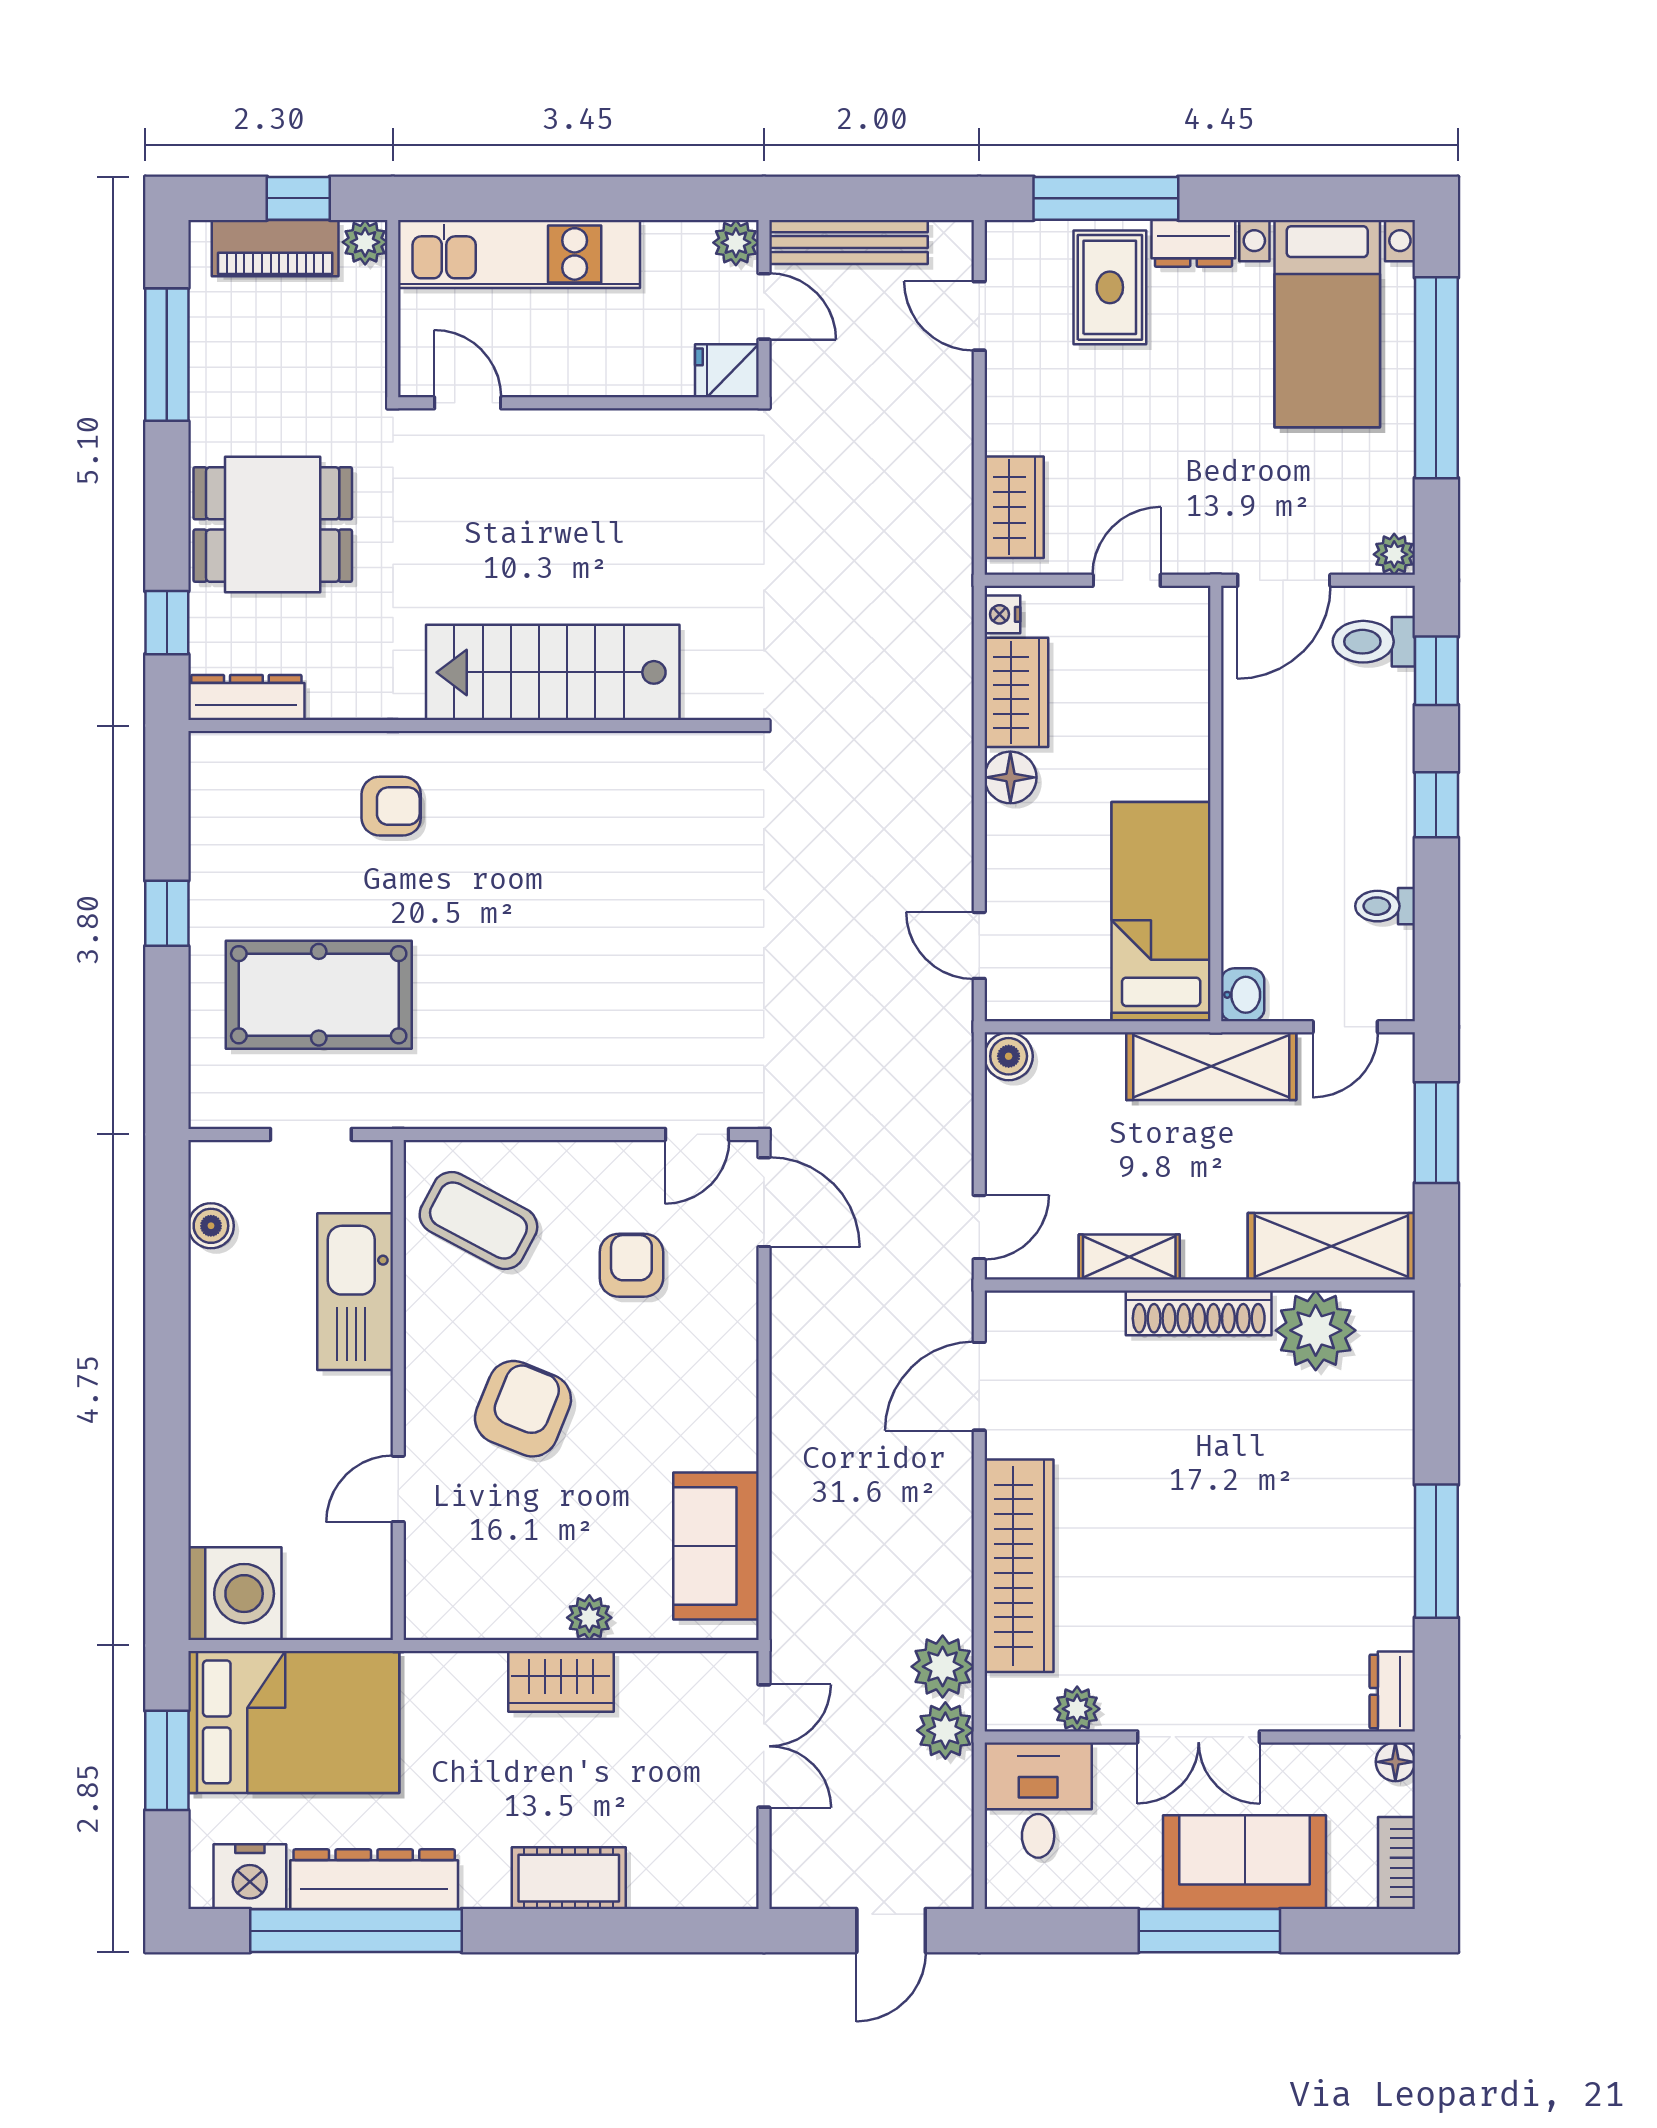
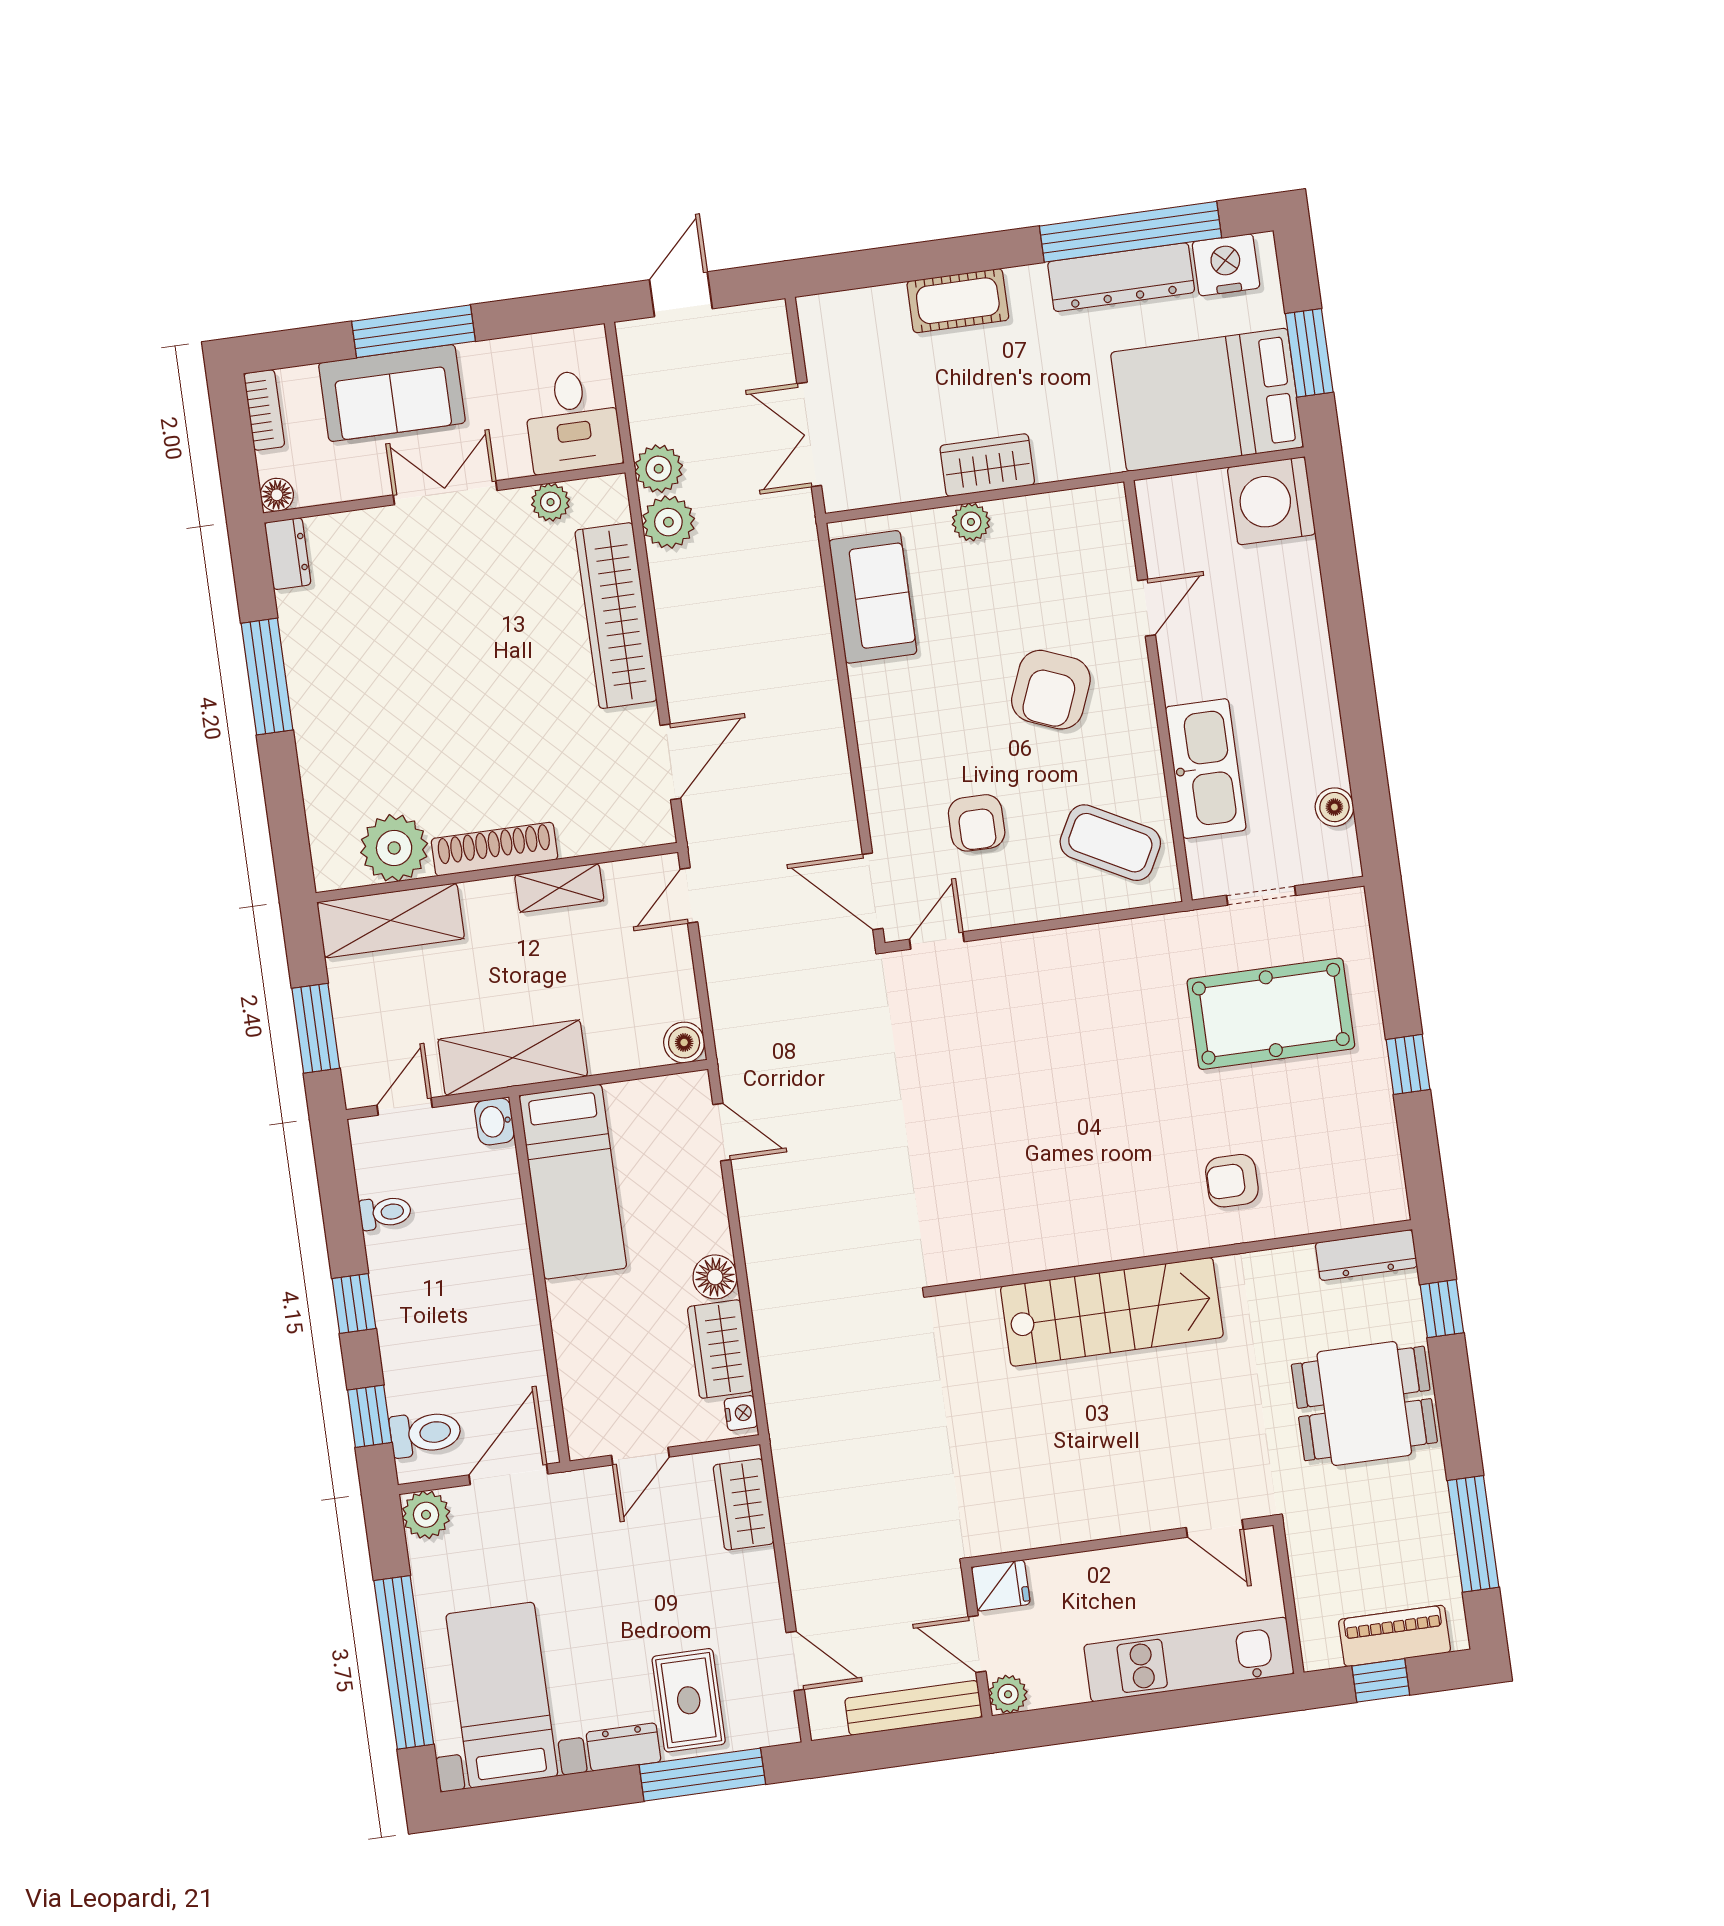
plant: (365, 242) -> (1320, 1651), removed
plant: (1394, 554) -> (426, 1515), width x1.38, depth x1.38

